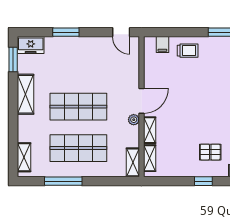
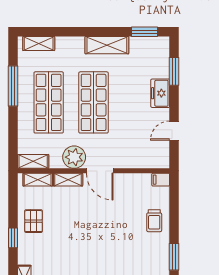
window: (66, 32) -> (174, 71), moved
door: (121, 32) -> (174, 131), moved
freezer: (31, 45) -> (160, 93), moved
filing cabinet: (162, 45) -> (161, 180), moved
plant: (134, 120) -> (74, 157), width x1.88, depth x1.88
pallet: (210, 152) -> (34, 221), moved

